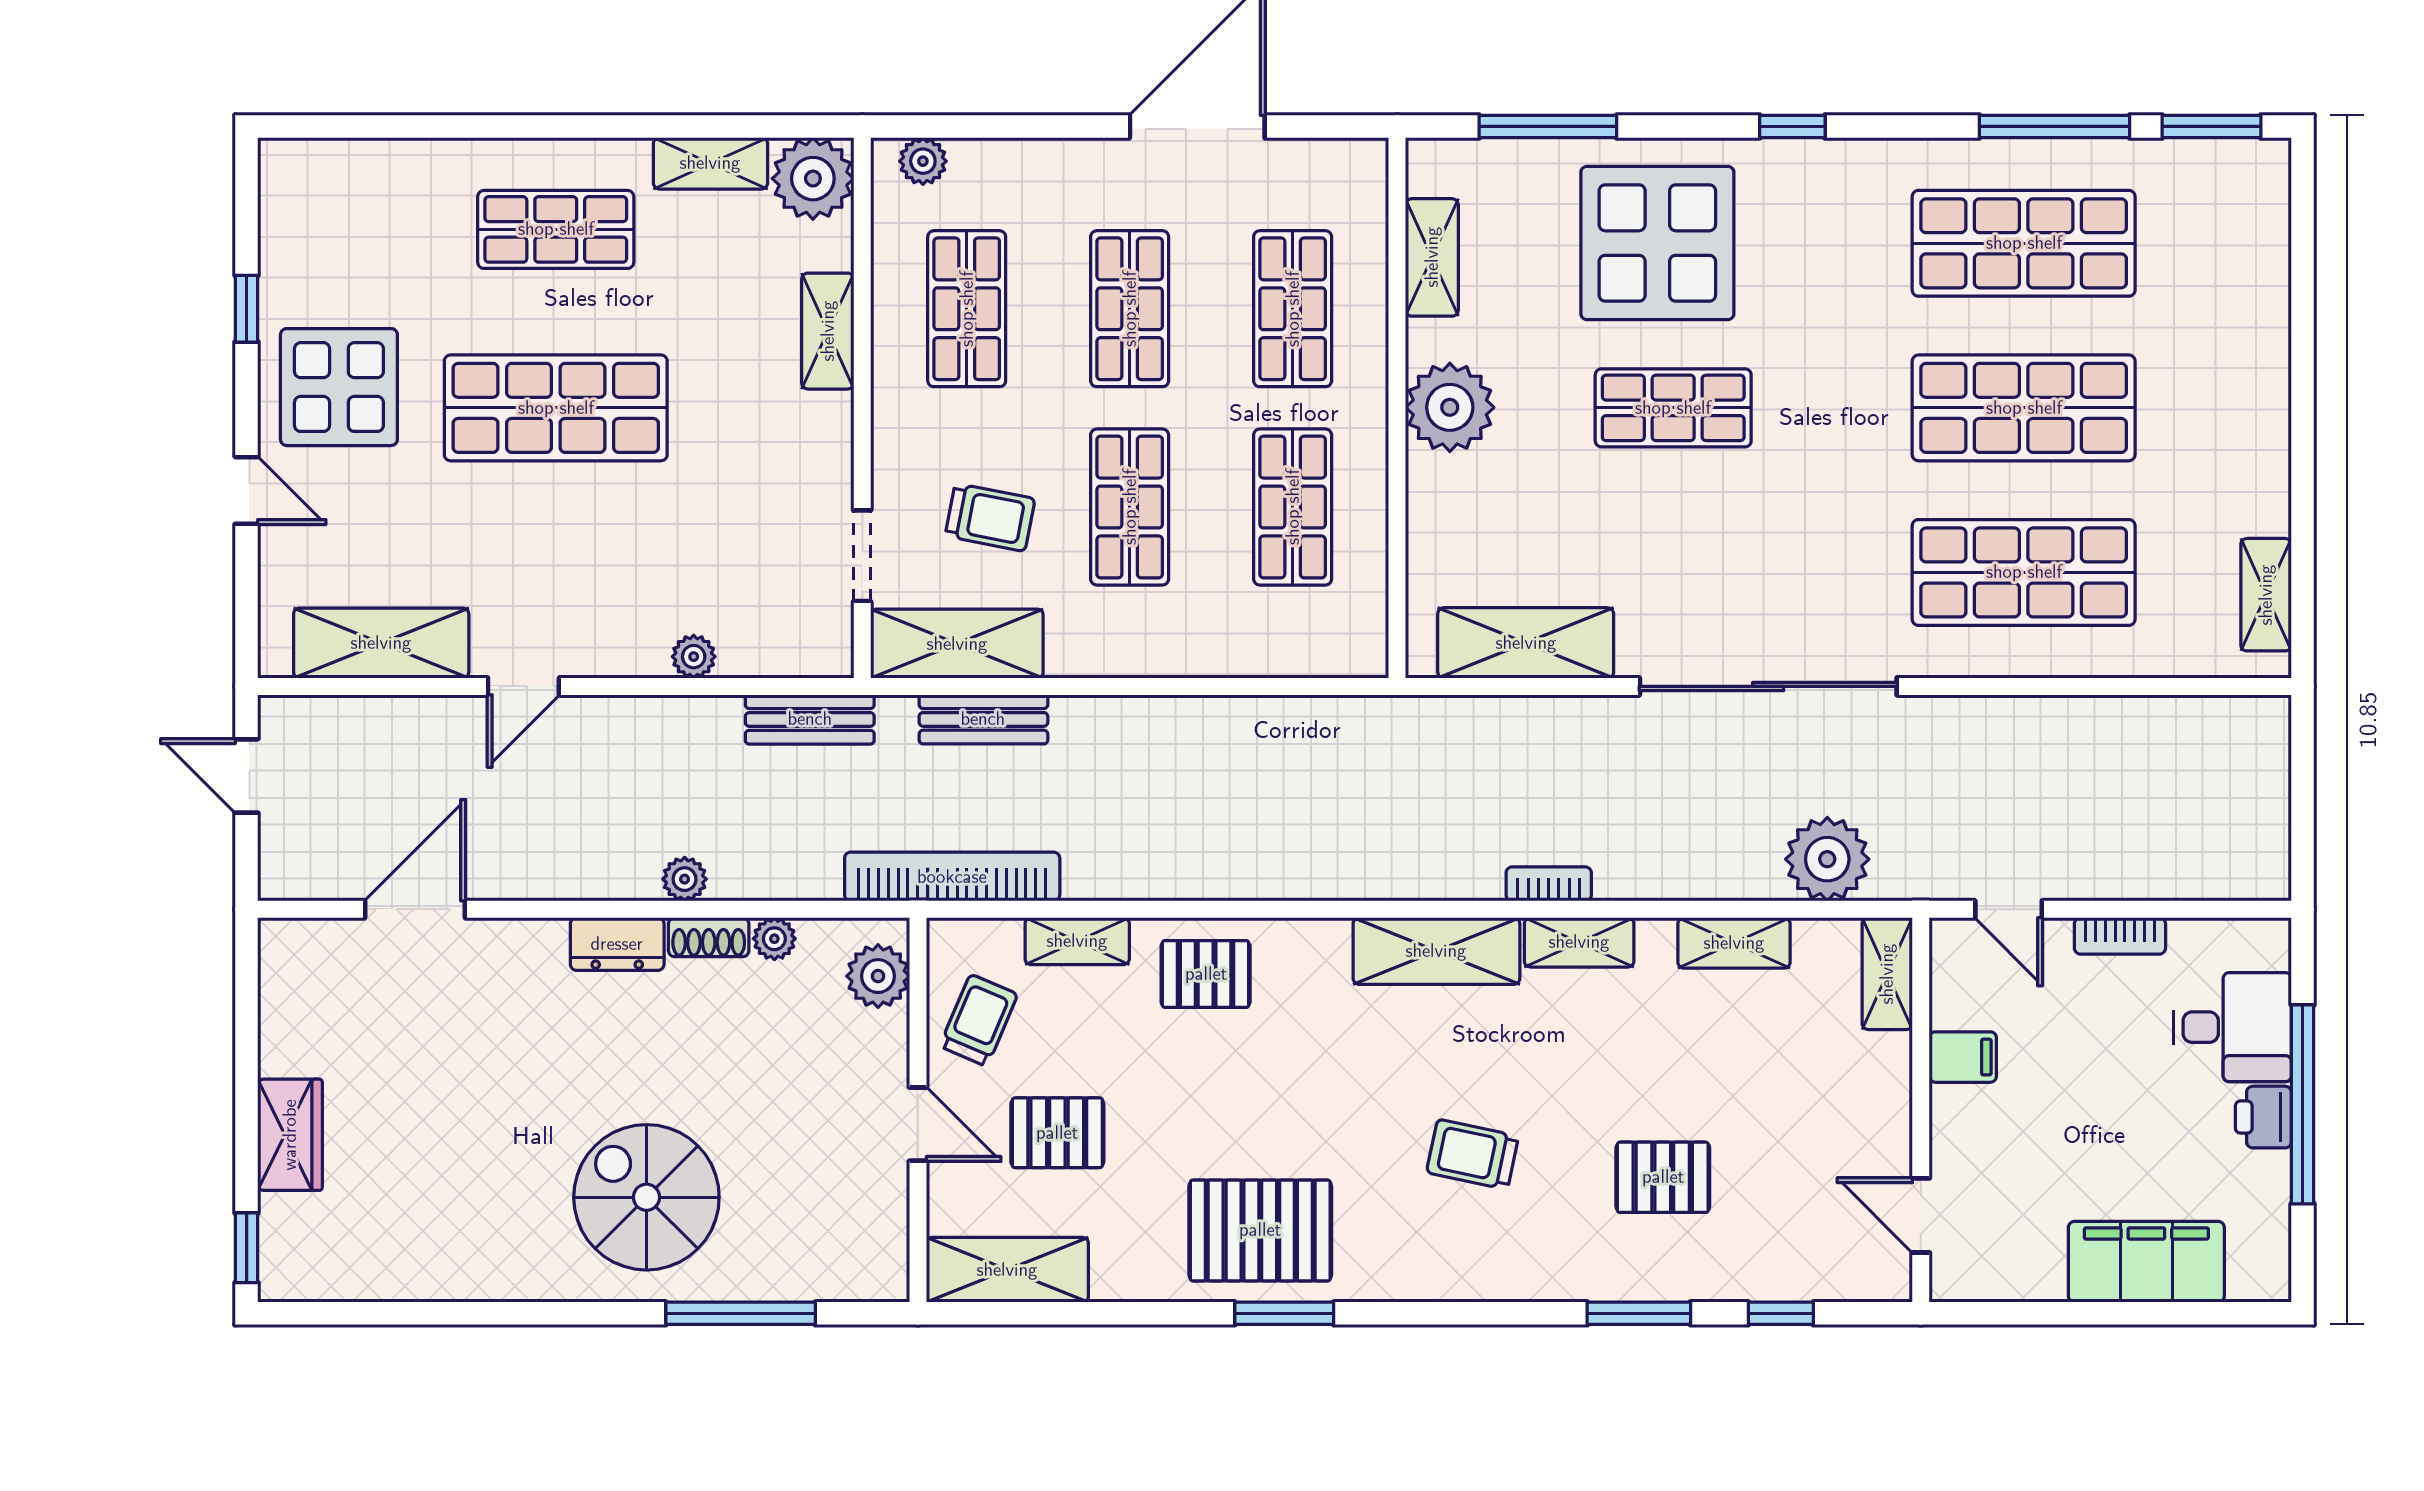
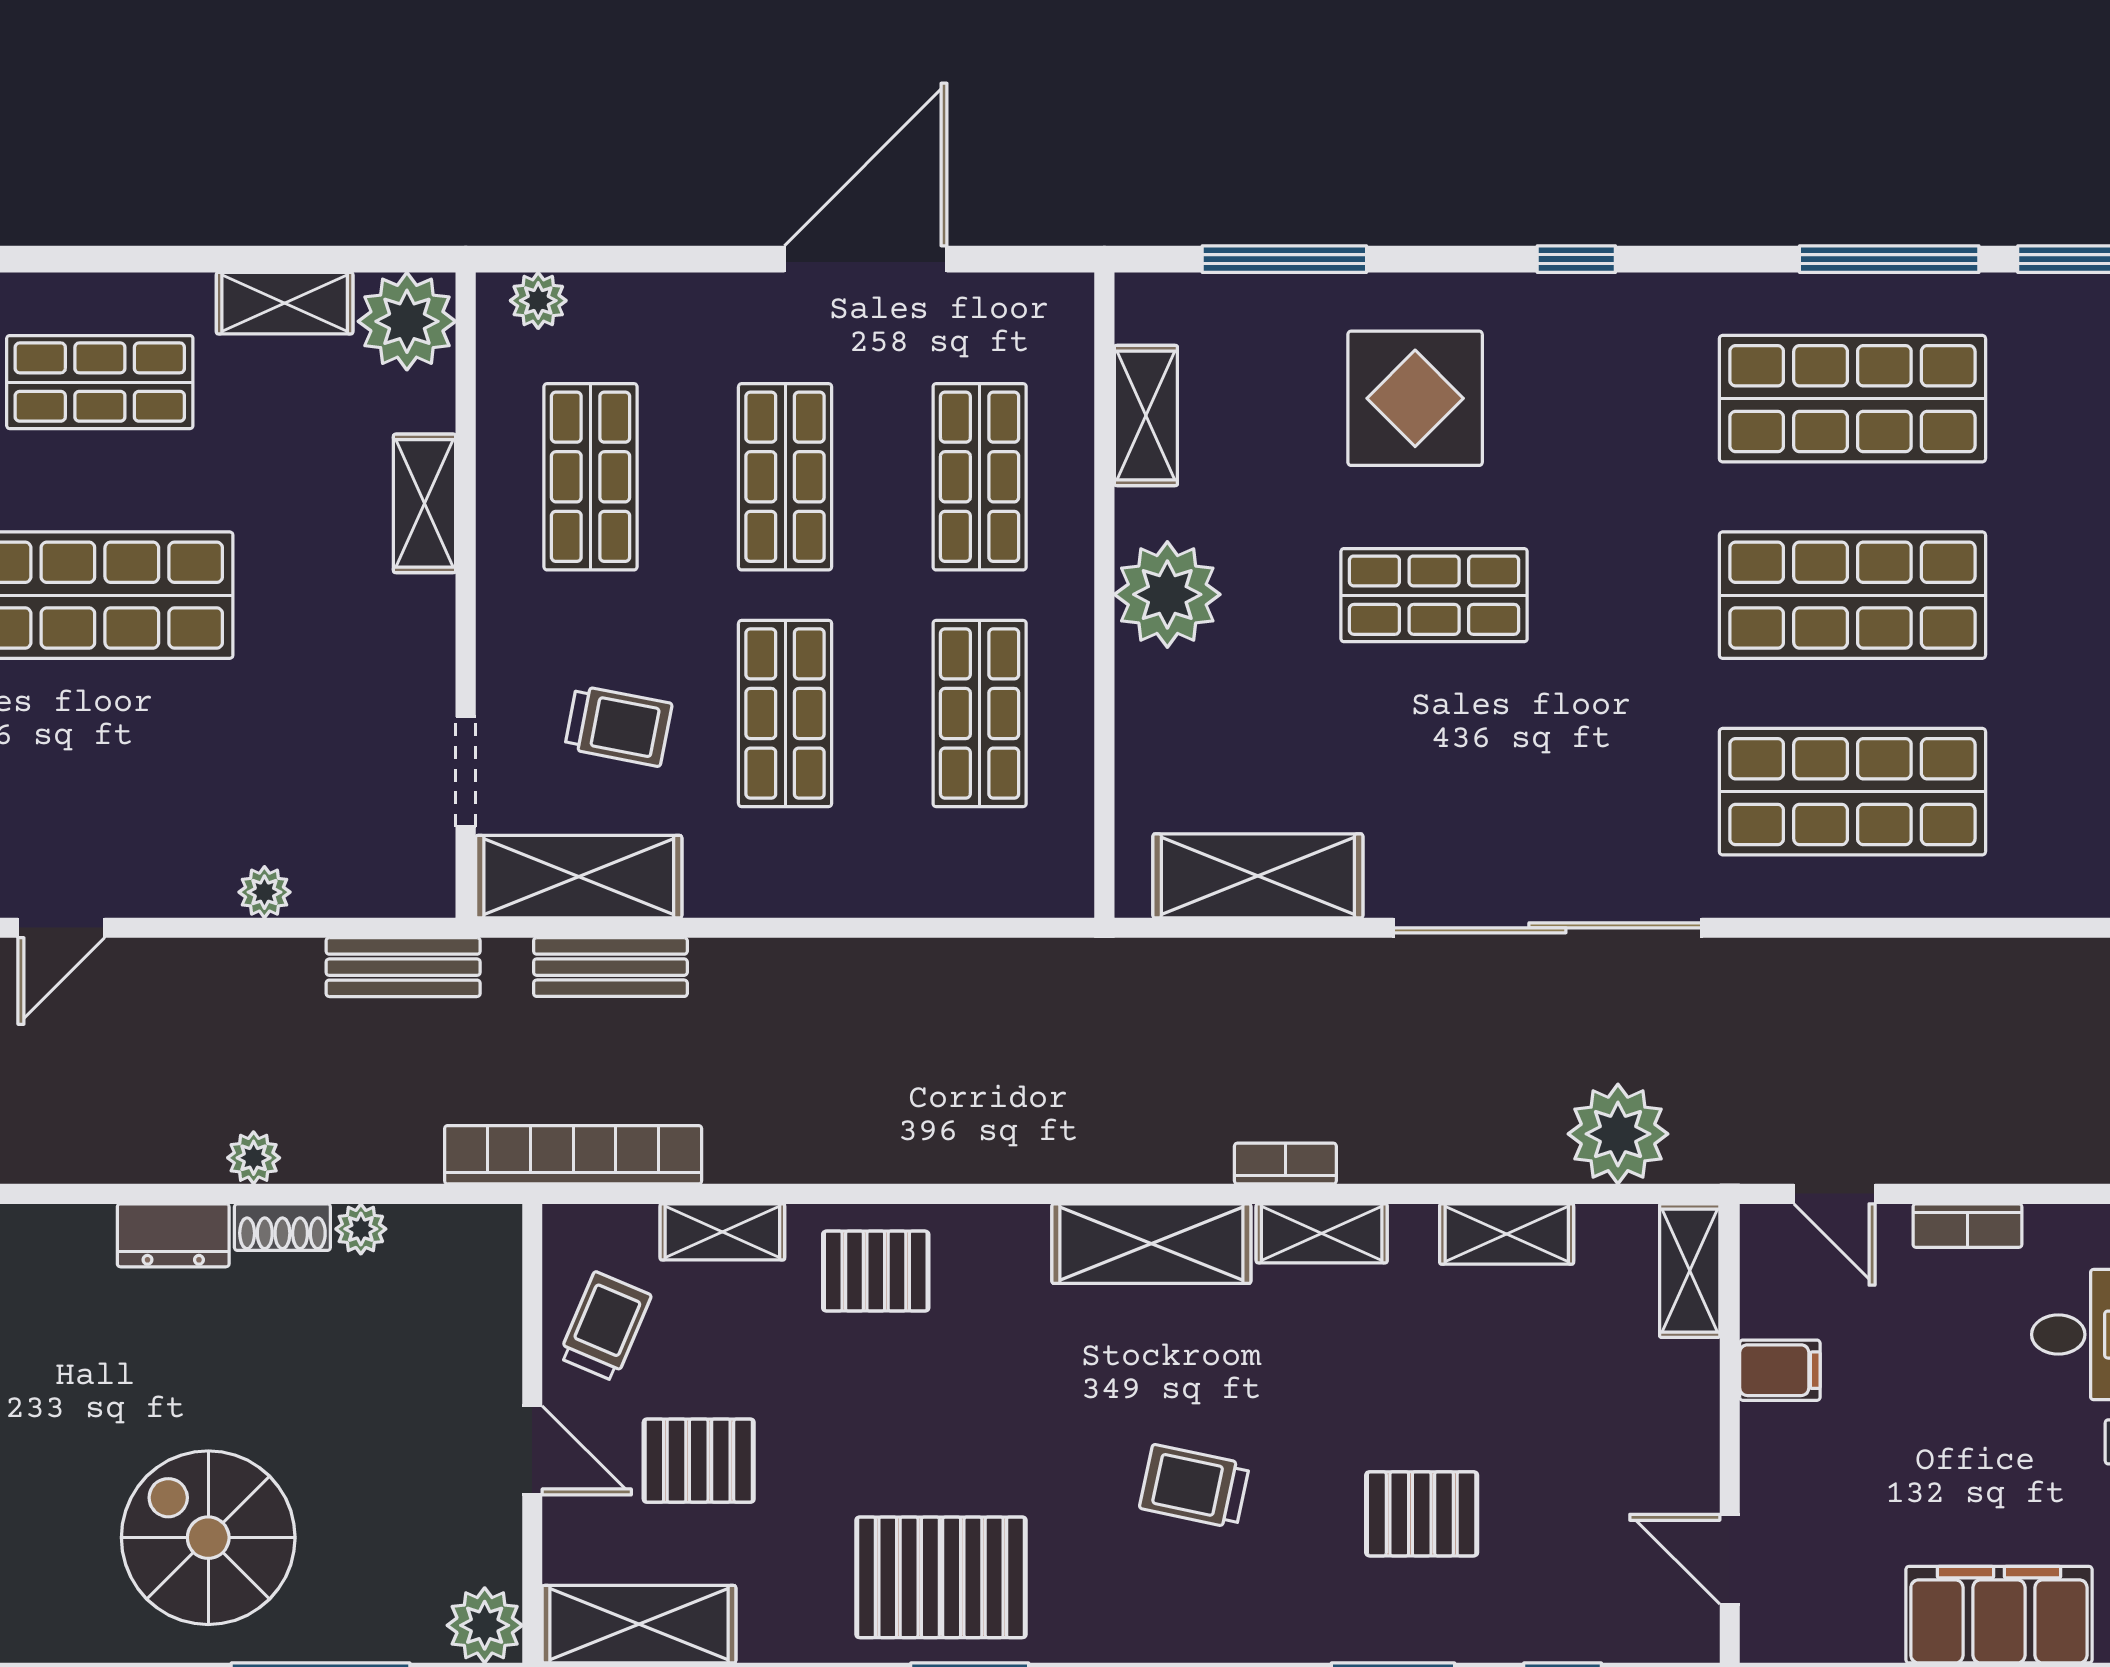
display table: (1657, 243) -> (1415, 398), width x0.73, depth x0.73
plant: (878, 976) -> (485, 1625), moved

